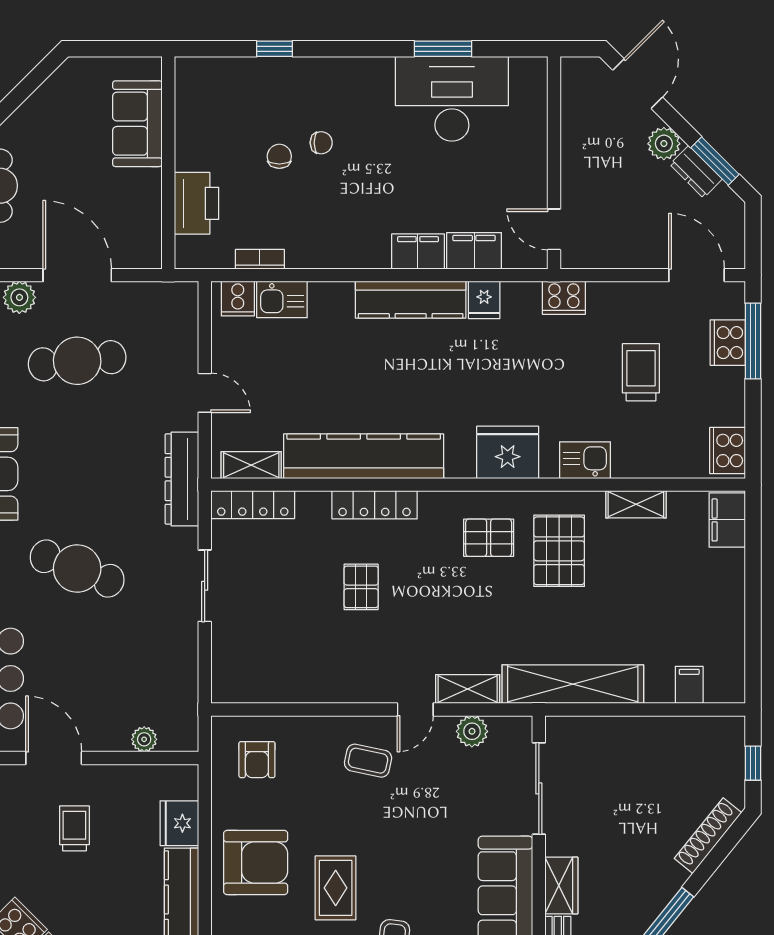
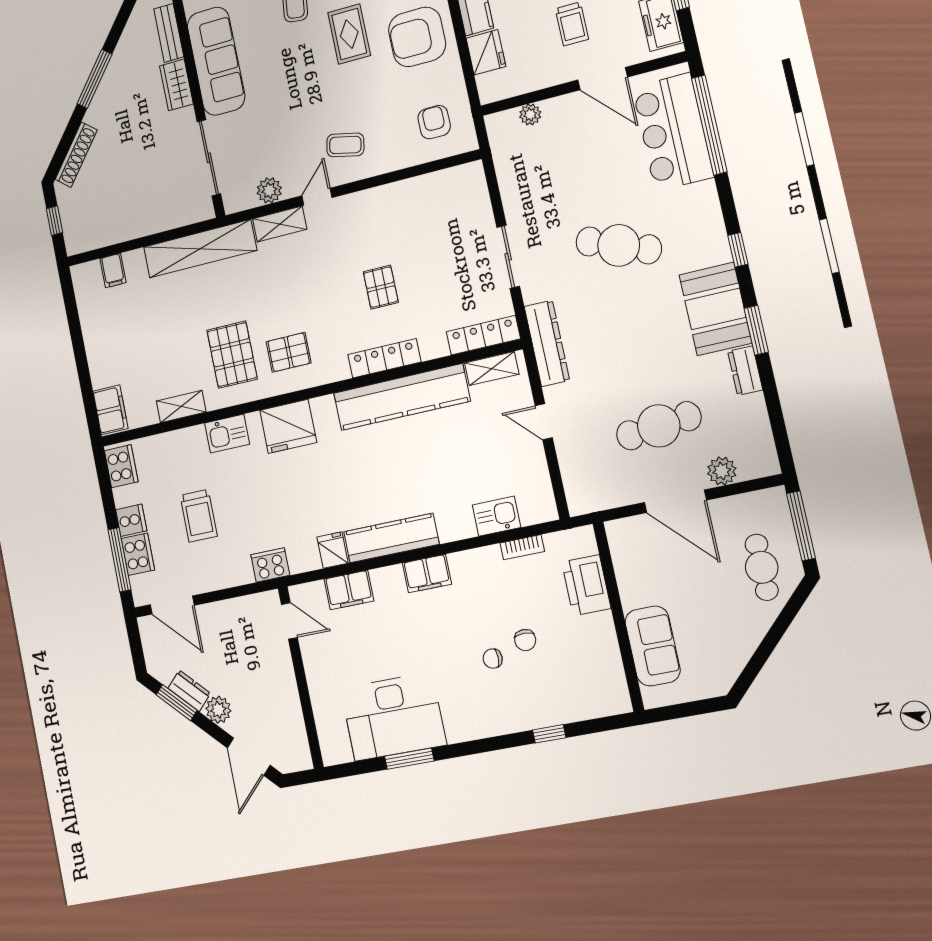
filing cabinet: (418, 251) -> (427, 574), moved
cooker: (238, 299) -> (131, 520), moved, turned 90

